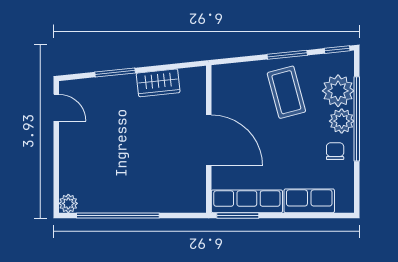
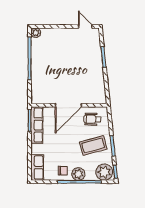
wardrobe: (158, 83) -> (98, 79), removed
plant: (338, 91) -> (104, 172), moved
wheelchair: (236, 94) -> (92, 119), added
door: (56, 108) -> (85, 27), swing flipped
row of seats: (309, 201) -> (37, 167), moved

